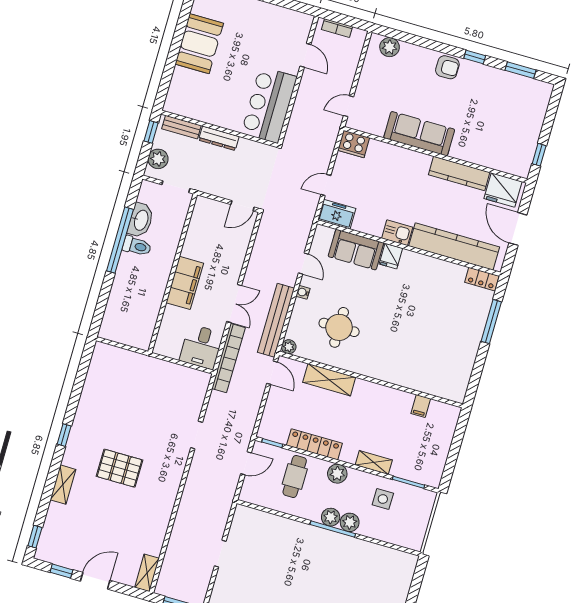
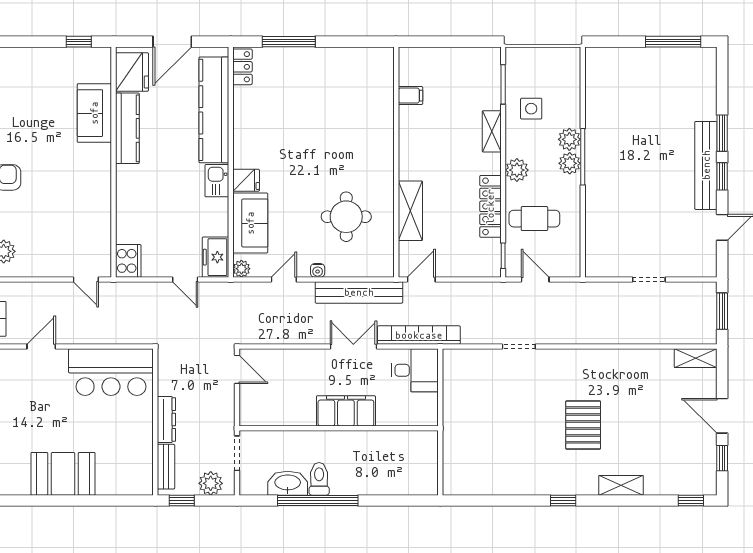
sofa: (419, 134) -> (94, 113), moved, width x0.73
plant: (289, 347) -> (241, 269), moved

